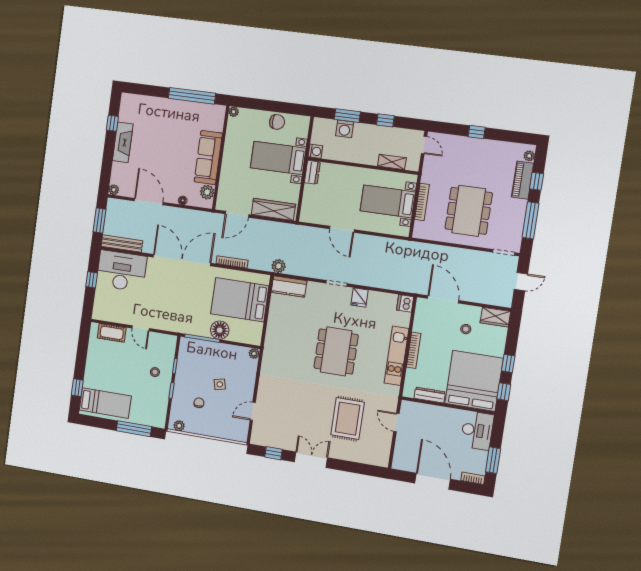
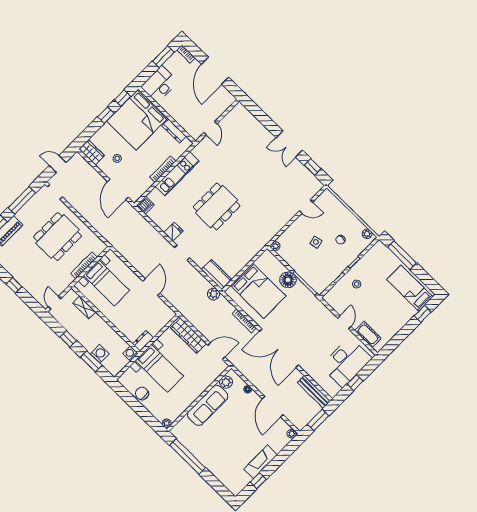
desk: (121, 271) -> (346, 362), moved, turned -90
rug: (348, 419) -> (243, 155), removed

